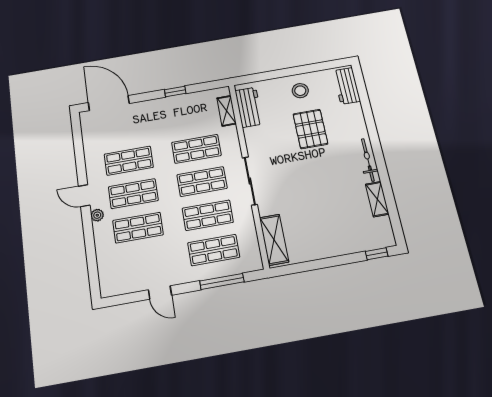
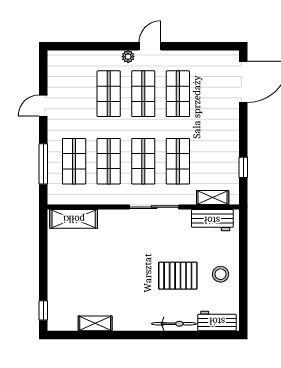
window: (175, 92) -> (243, 167), moved
bicycle: (368, 160) -> (174, 324), moved
sliding door: (250, 181) -> (154, 207), moved

